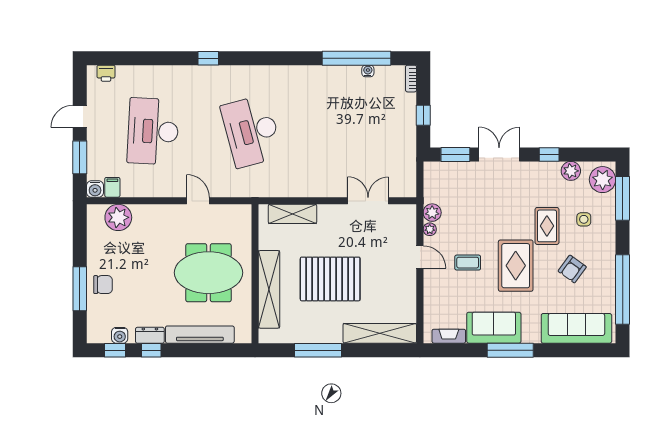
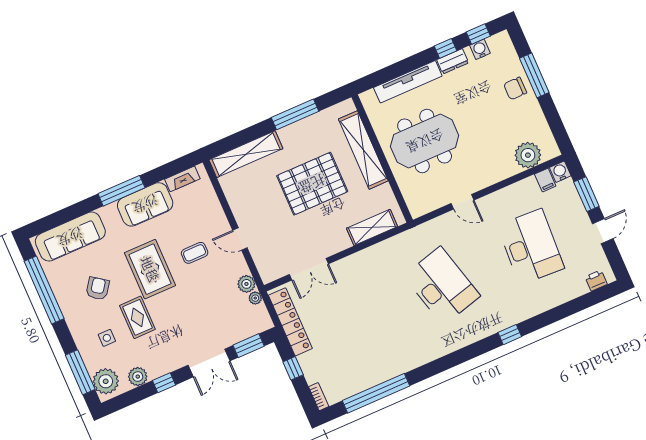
water cooler: (368, 71) -> (361, 386), removed
locker: (407, 159) -> (290, 322), added
plant: (430, 229) -> (255, 298), moved

